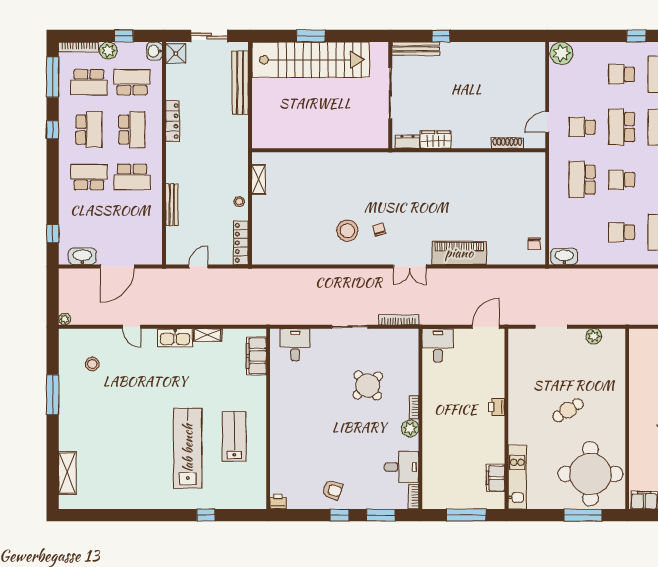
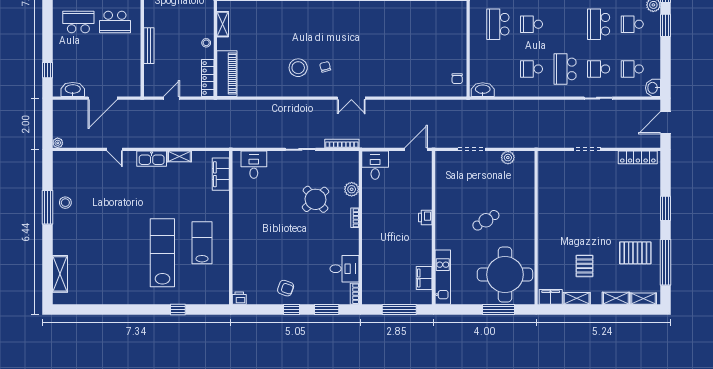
piano: (459, 253) -> (227, 74), moved, turned 90
stool: (92, 364) -> (65, 203), moved
plant: (410, 429) -> (352, 189), moved

